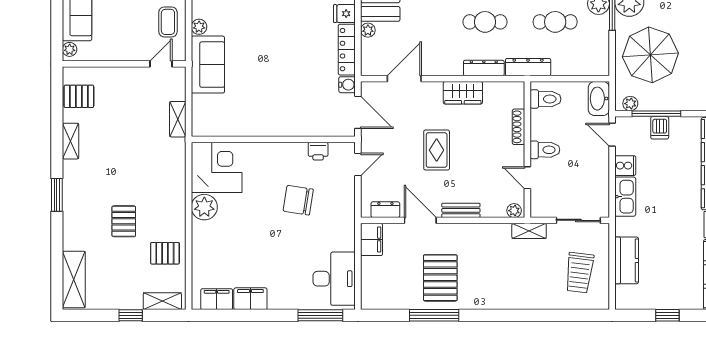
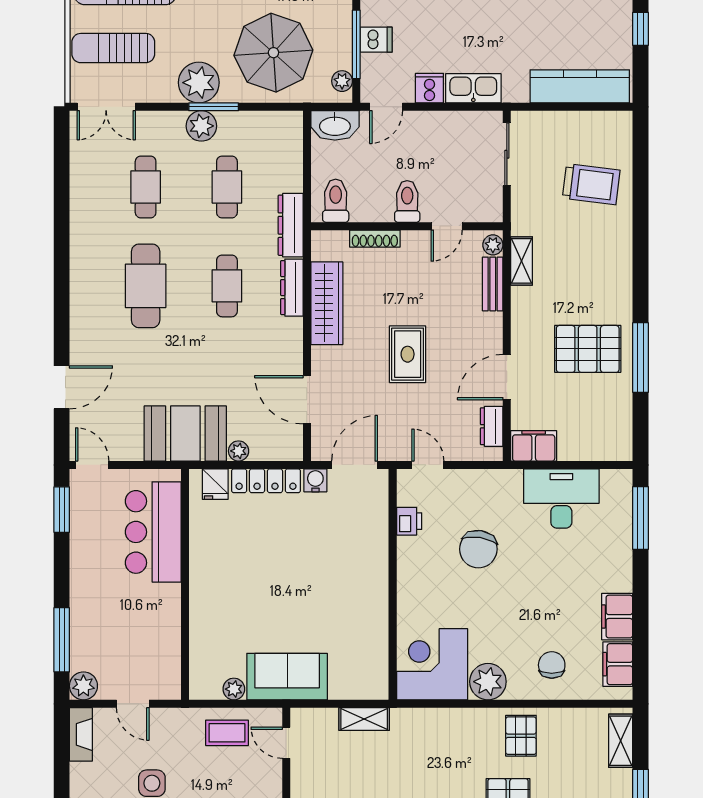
wardrobe: (463, 93) -> (327, 303), width x1.50
rug: (437, 150) -> (408, 354), turned 90
bench: (461, 210) -> (493, 284), moved
shelving: (529, 231) -> (522, 261), moved
chair: (216, 252) -> (552, 665), added
pallet: (165, 253) -> (521, 736), moved
kitchen counter: (627, 260) -> (580, 86), width x1.50
trolley: (579, 273) -> (591, 184), moved
desk: (334, 279) -> (561, 499), moved

